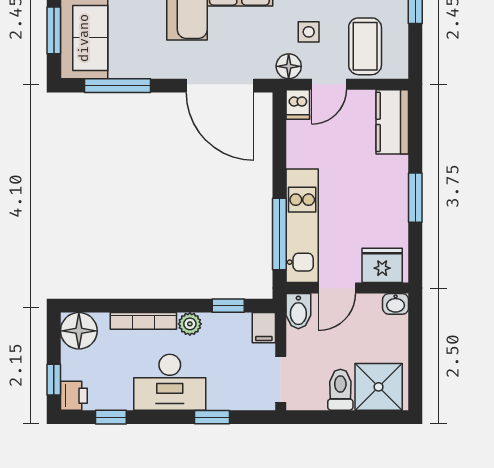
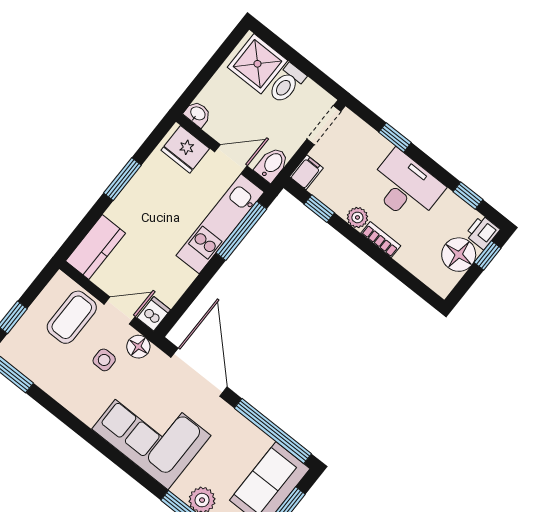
window: (117, 86) -> (273, 431), width x1.46
bookcase: (143, 321) -> (381, 239), width x0.64
floor lamp: (79, 331) -> (459, 255), moved

